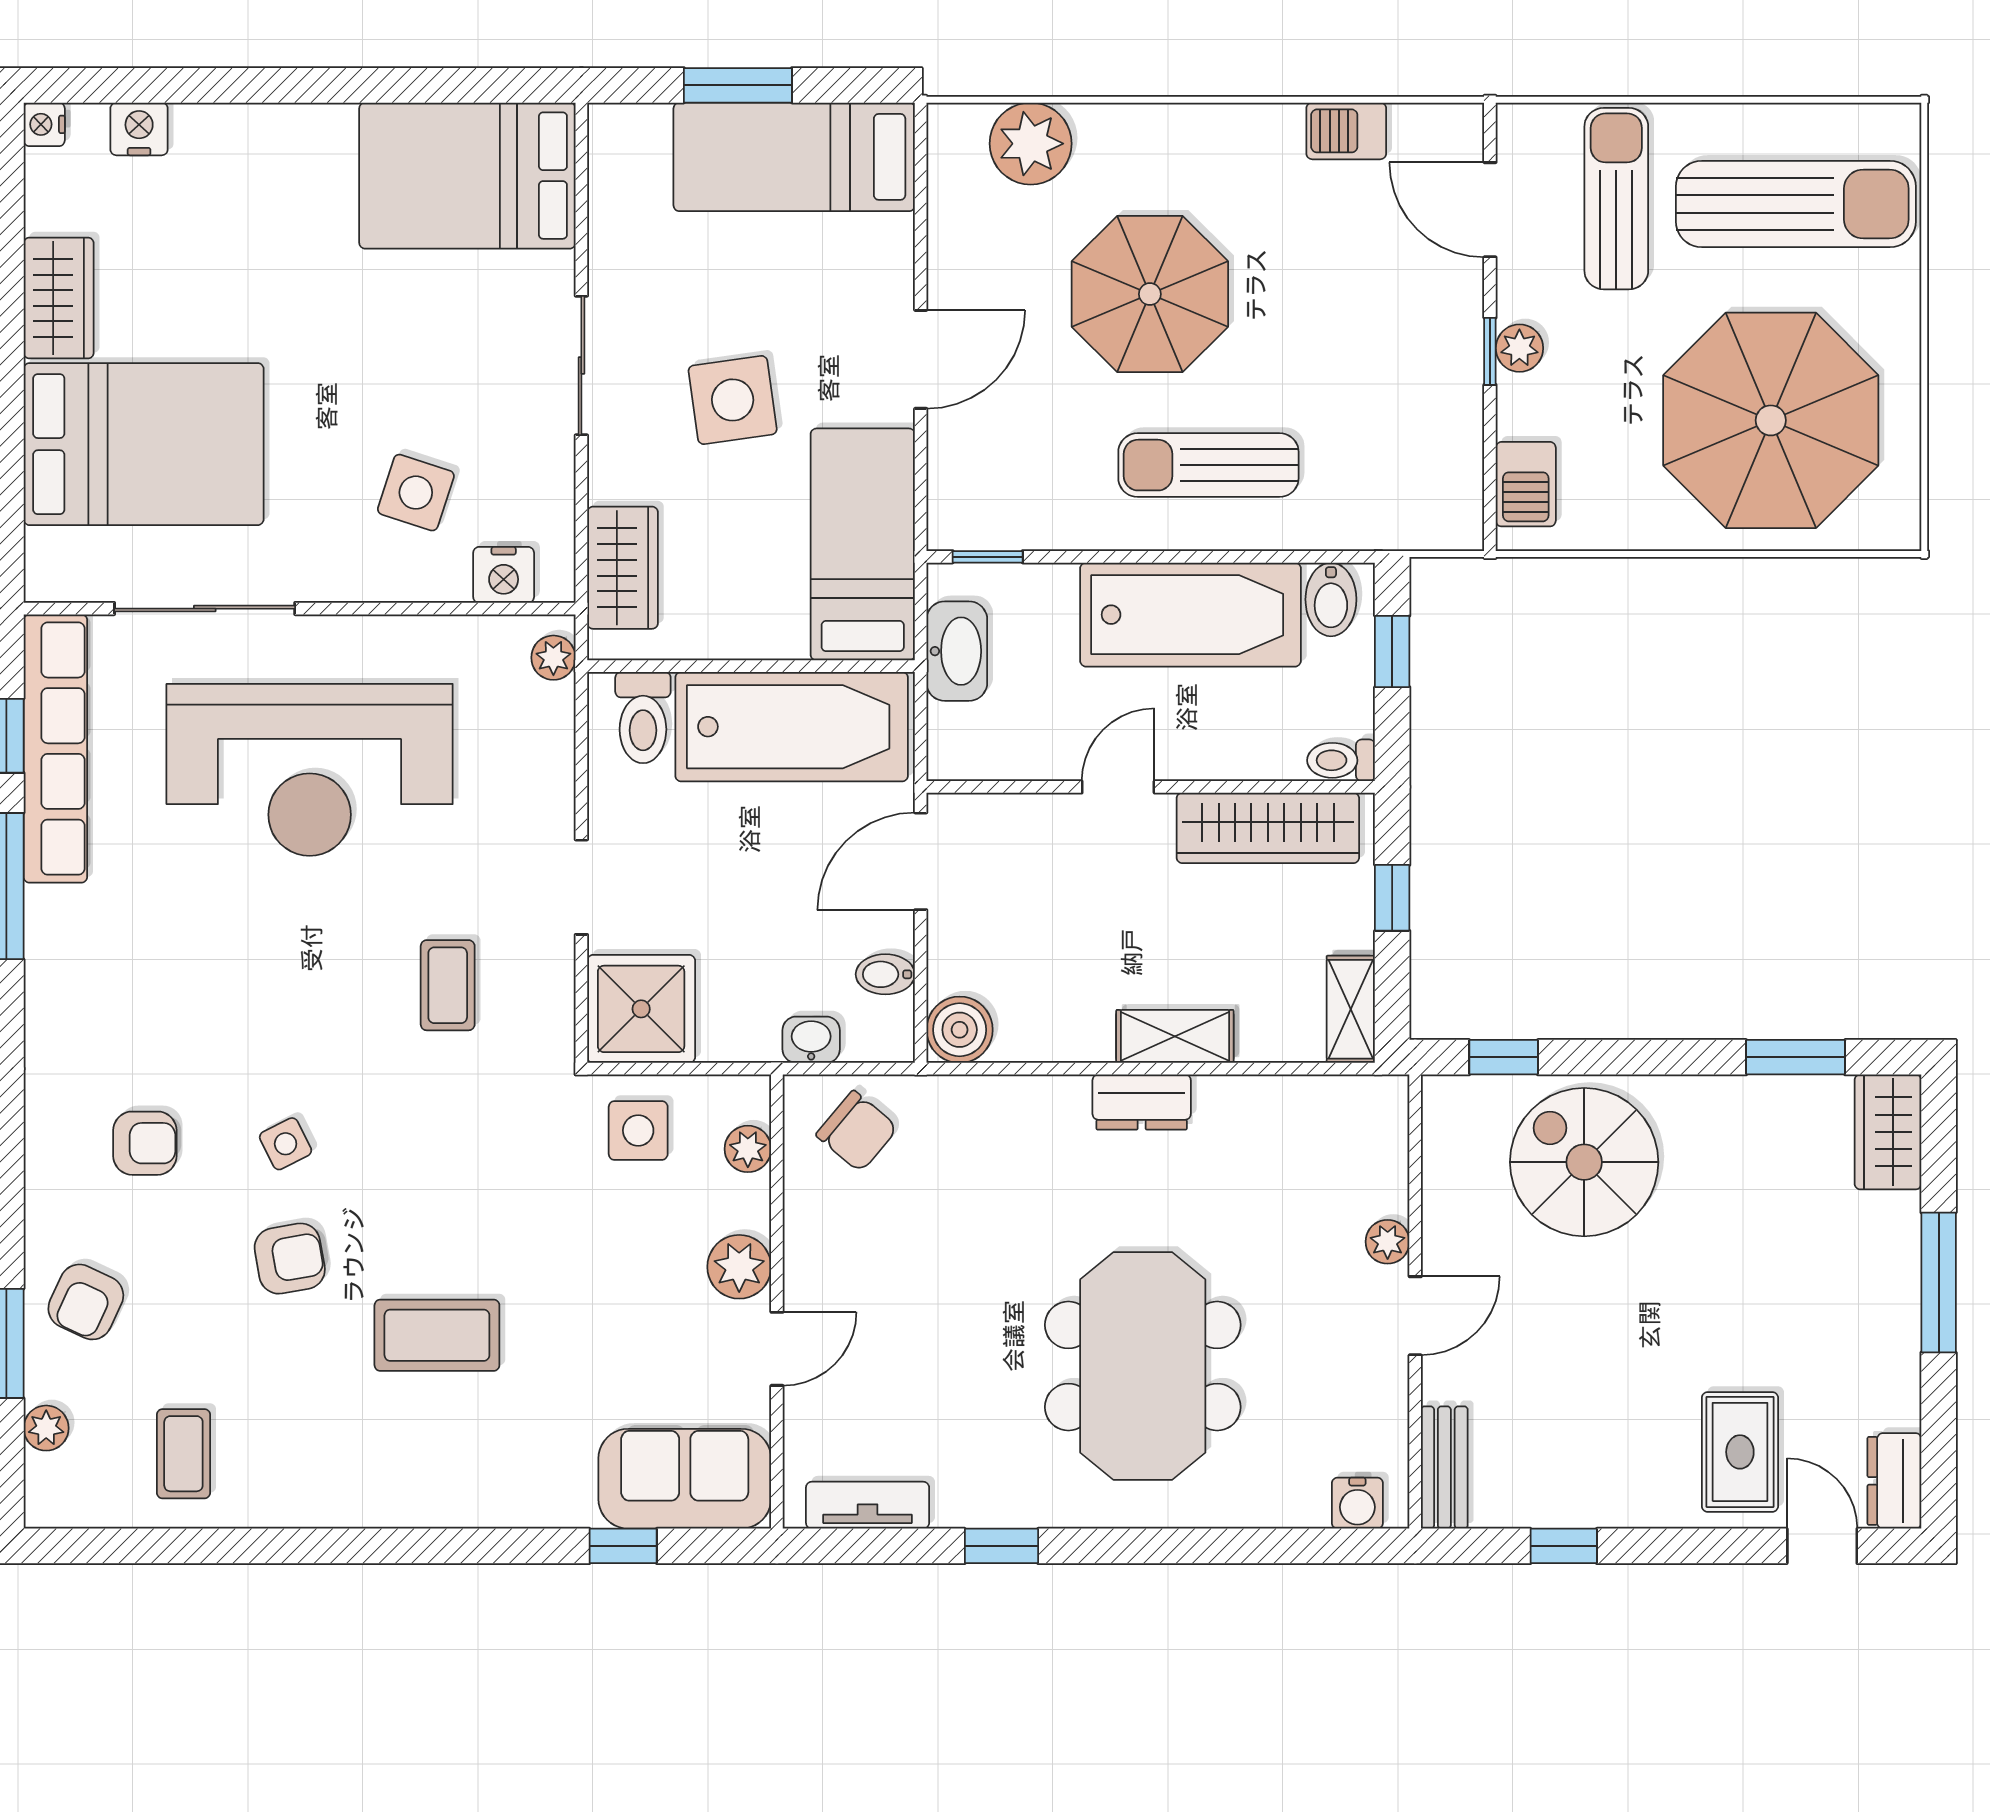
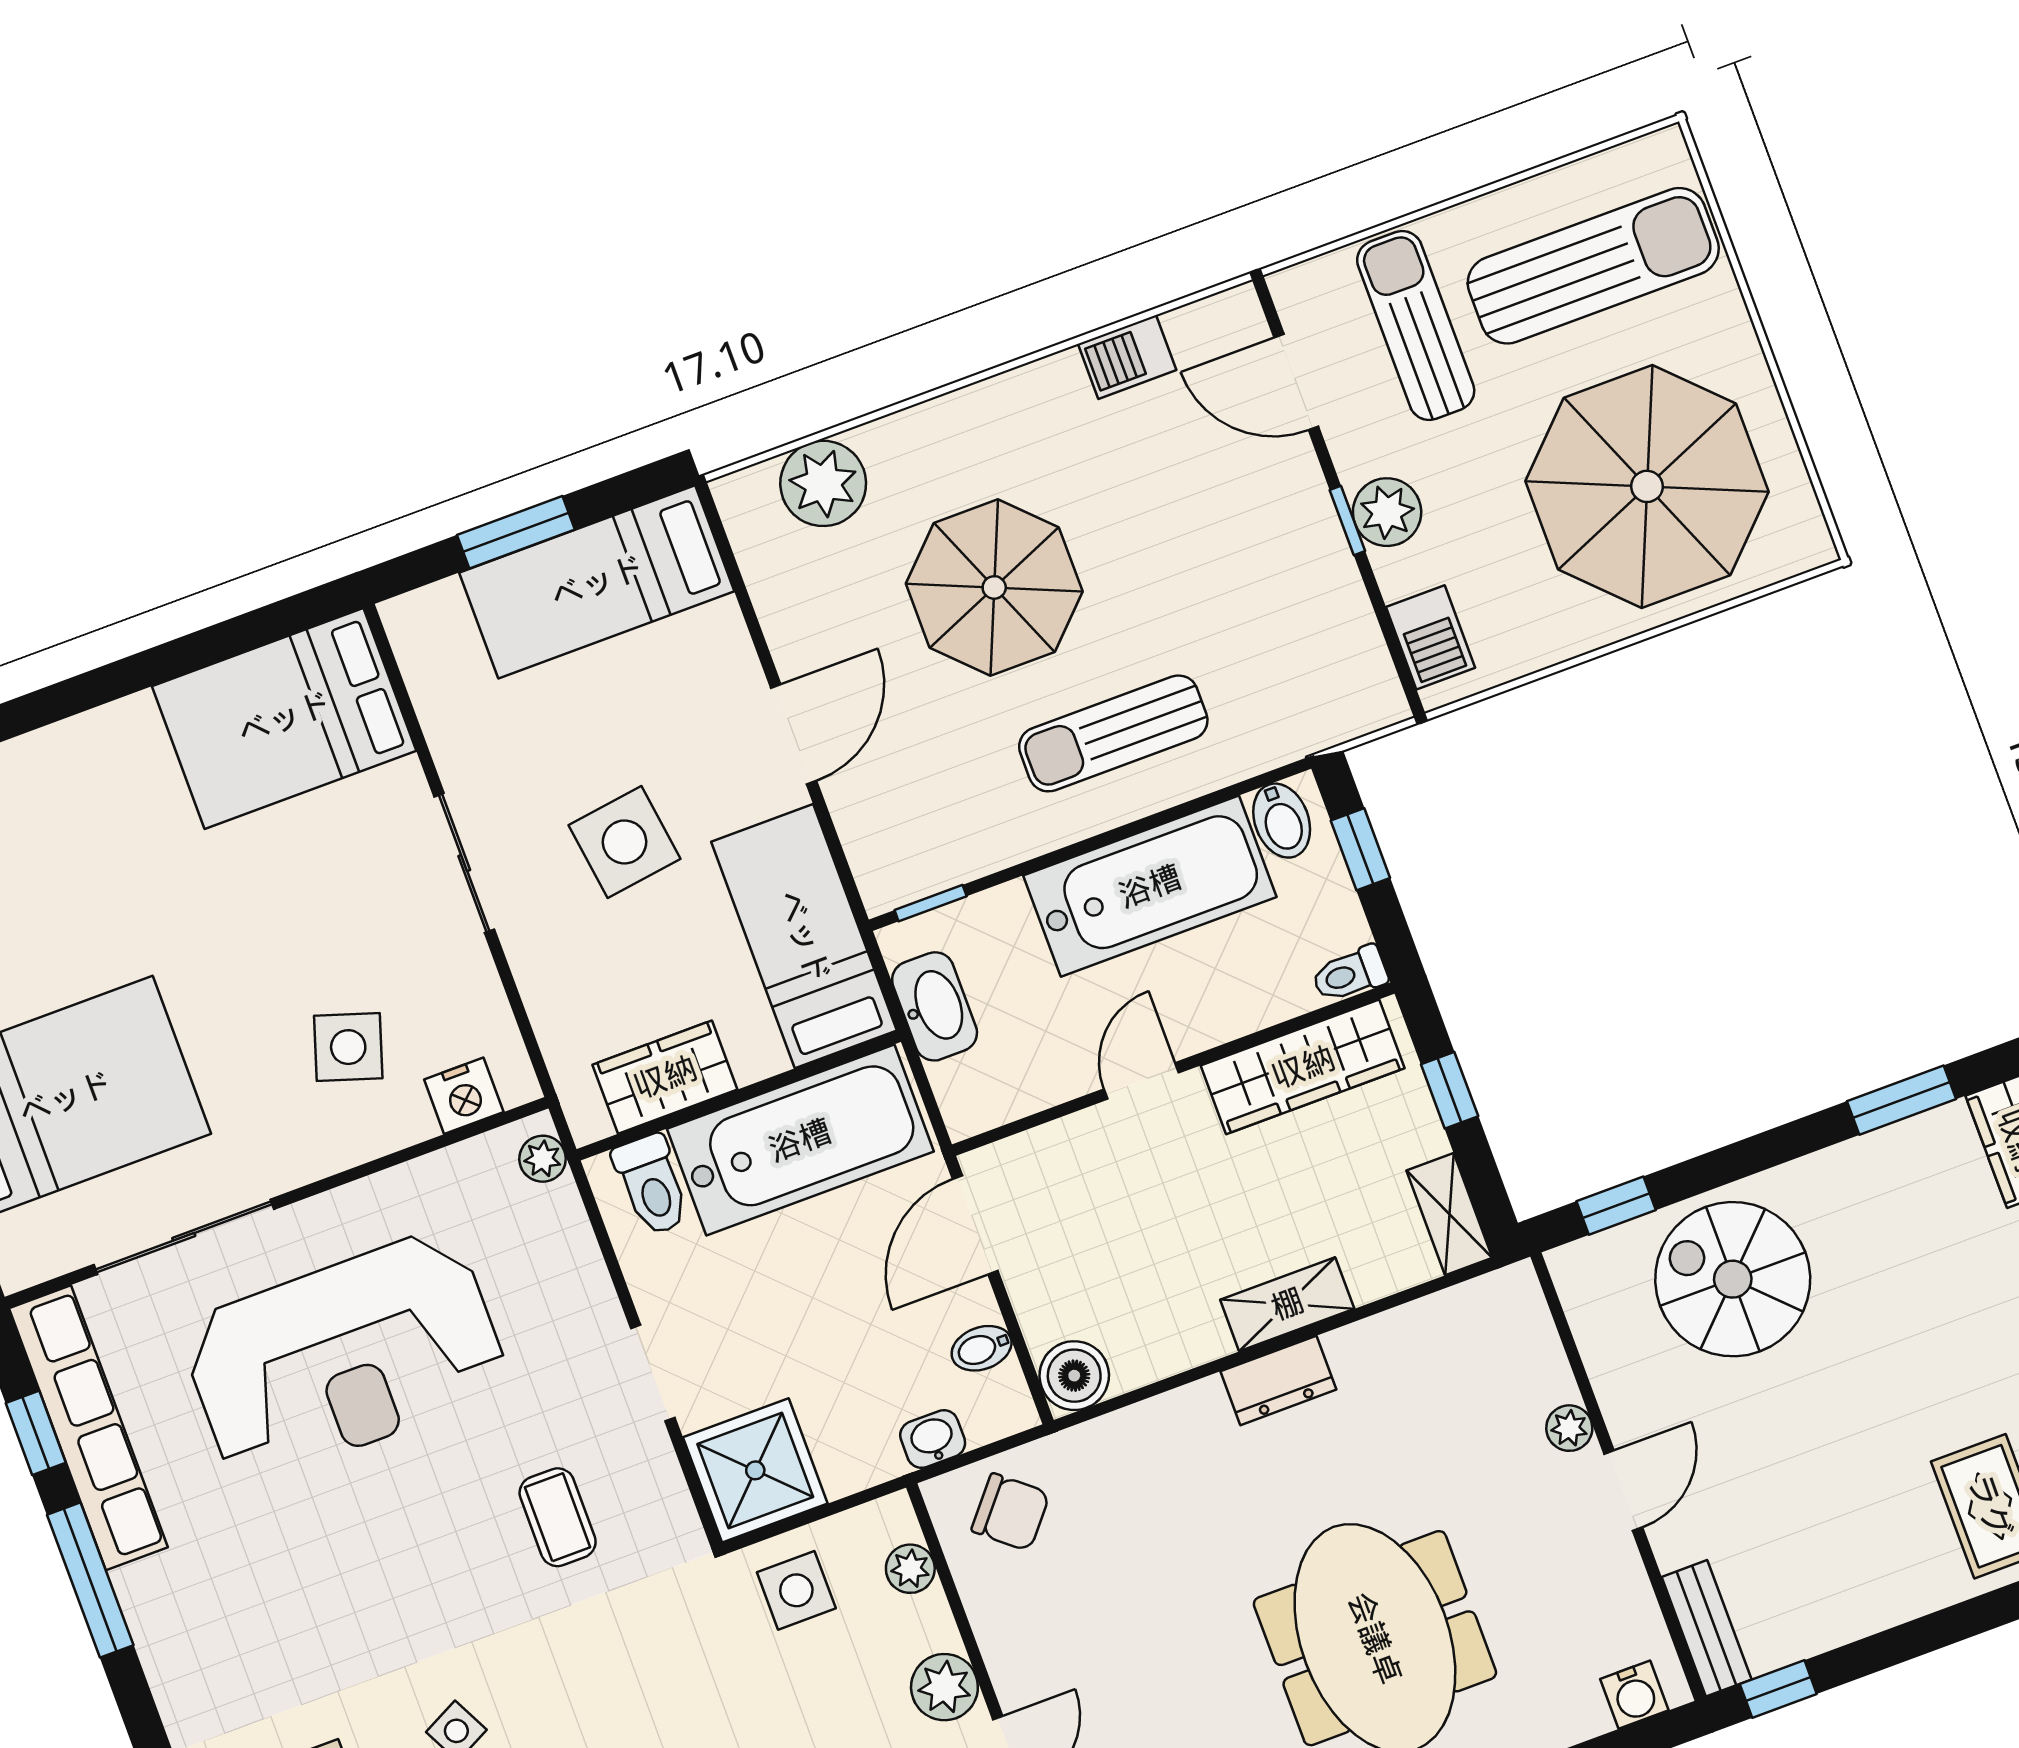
plant: (1519, 348) -> (1387, 512), width x1.38, depth x1.38
wardrobe: (623, 568) -> (665, 1077), moved, turned -90
window: (1564, 1546) -> (1778, 1689), moved

